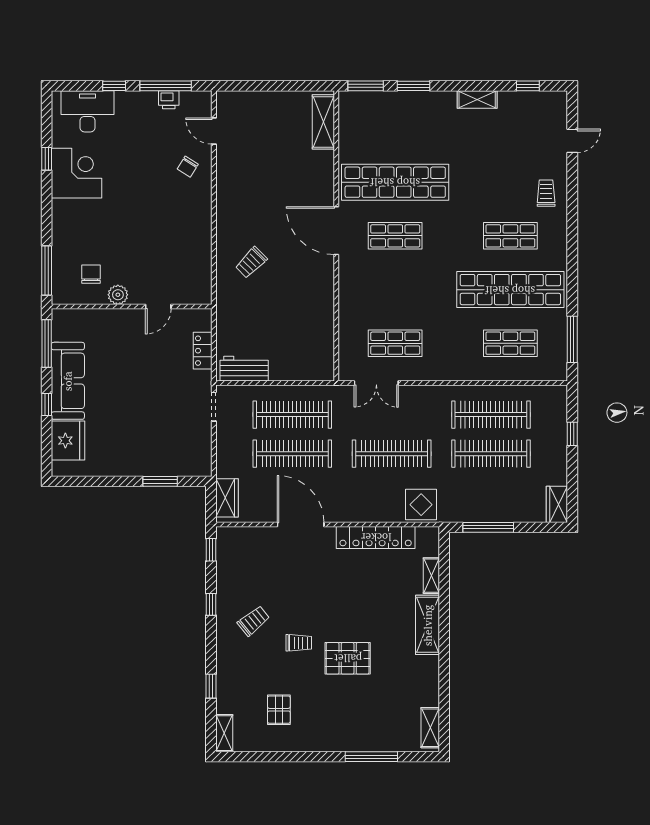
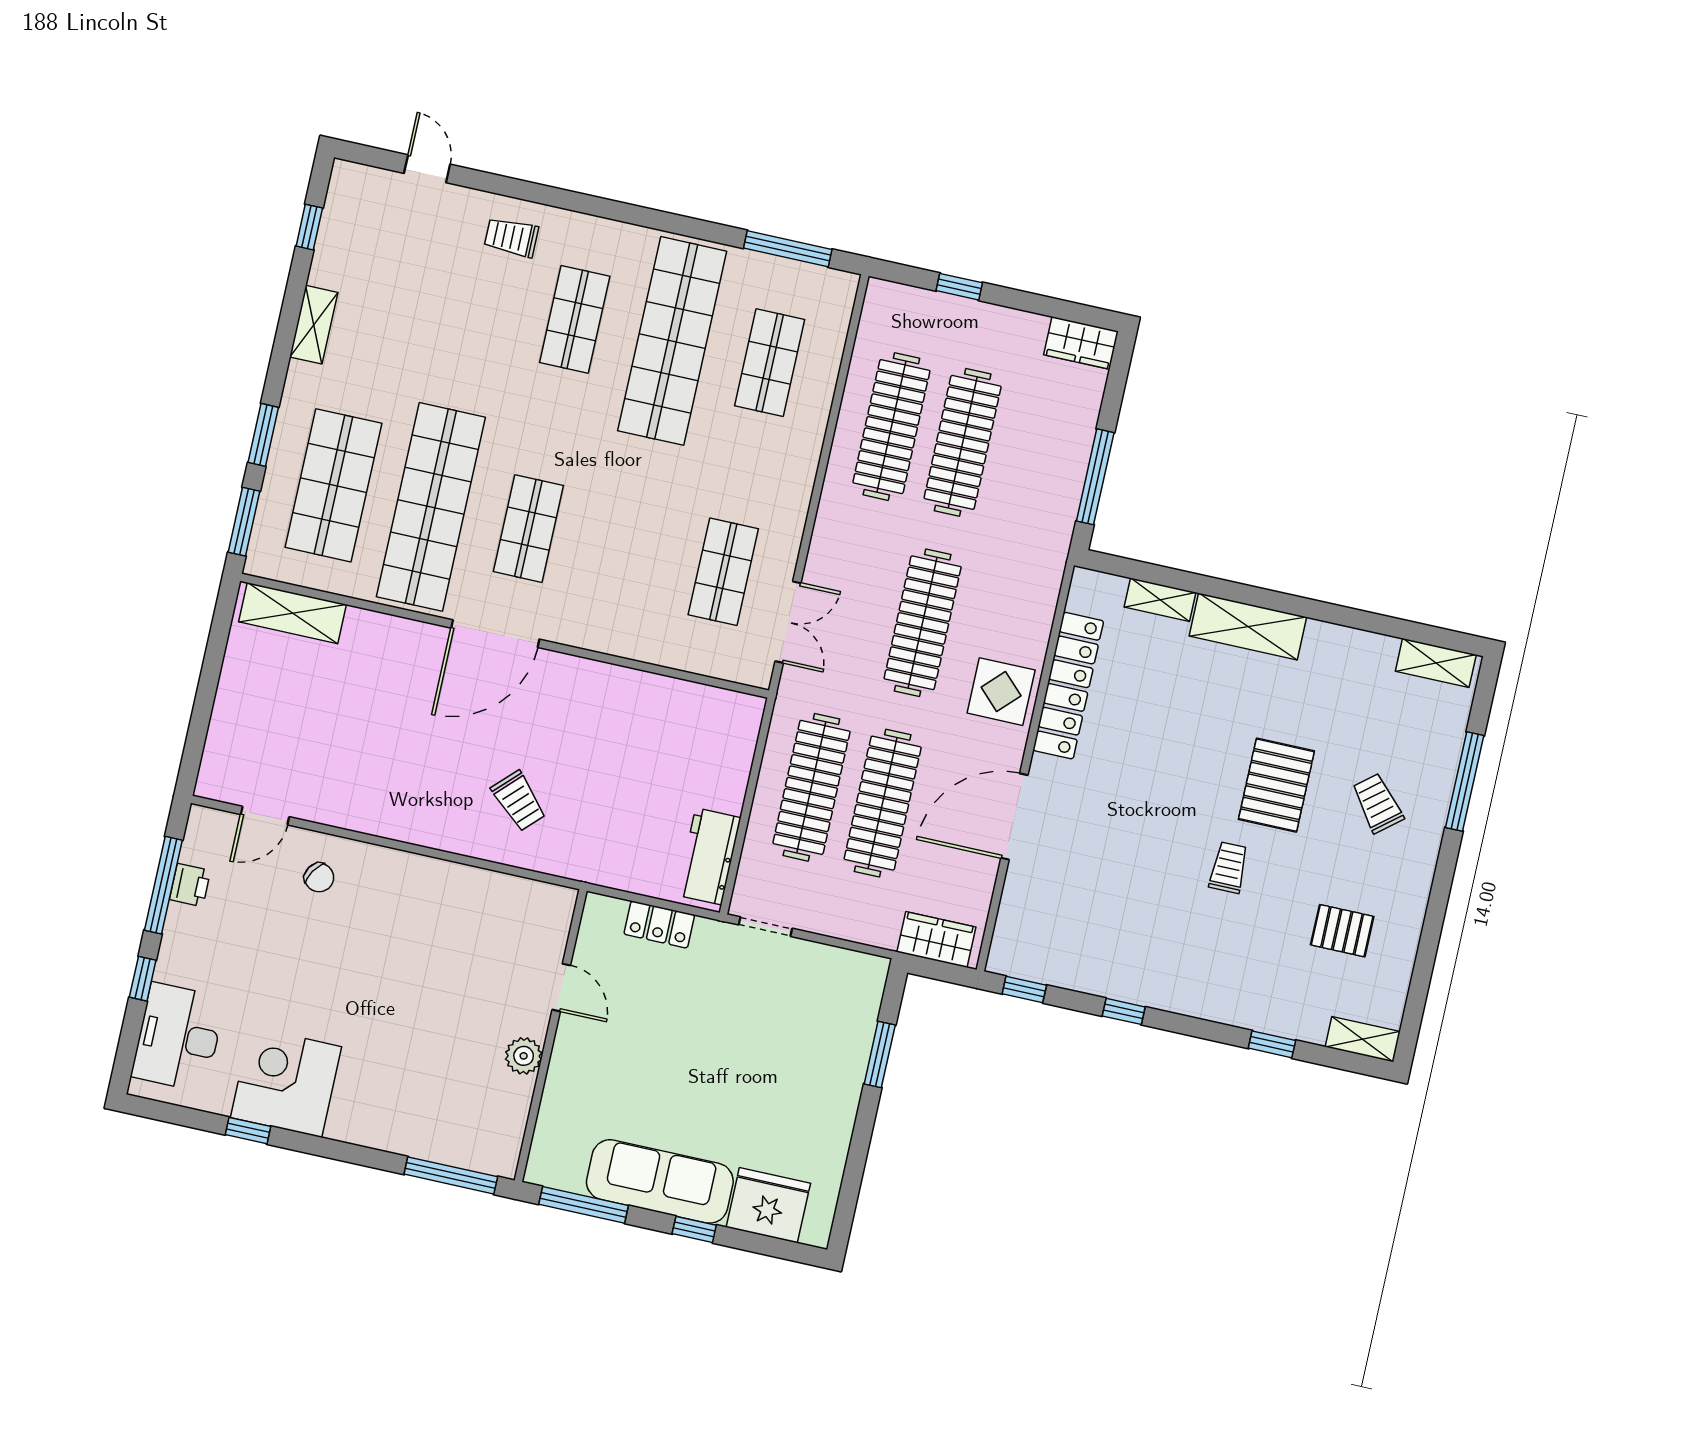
shop shelf: (395, 129) -> (333, 485), added
chair: (91, 274) -> (476, 1097), removed
display table: (421, 505) -> (1001, 692), moved
trolley: (254, 621) -> (1378, 803), moved

